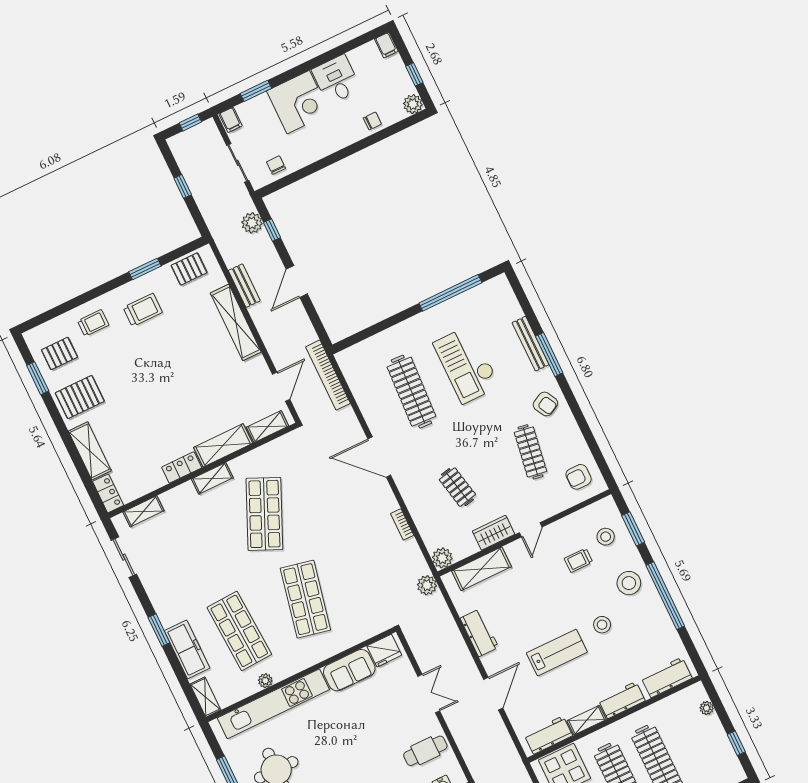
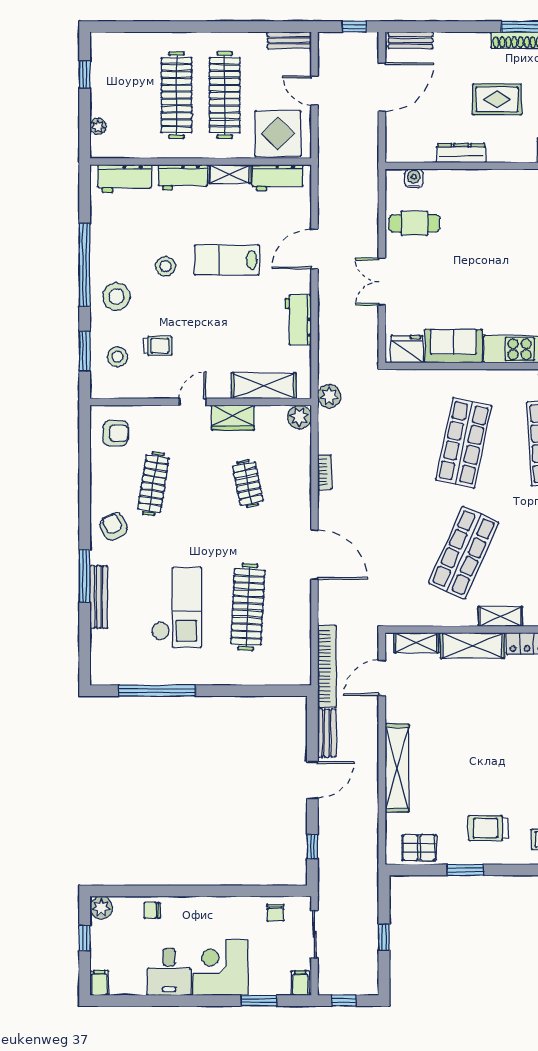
plant: (252, 223) -> (330, 864), removed
bench: (244, 286) -> (327, 733), moved

